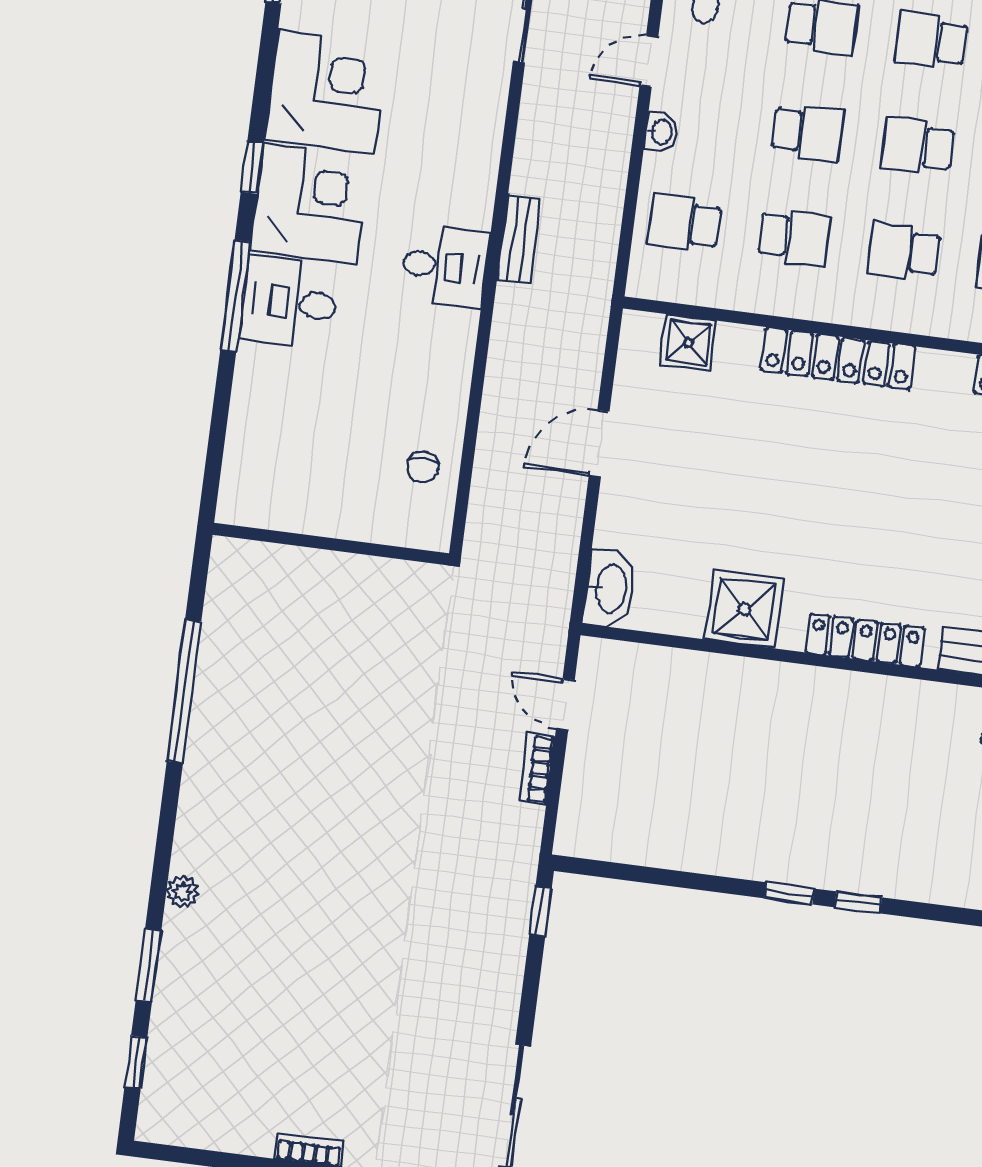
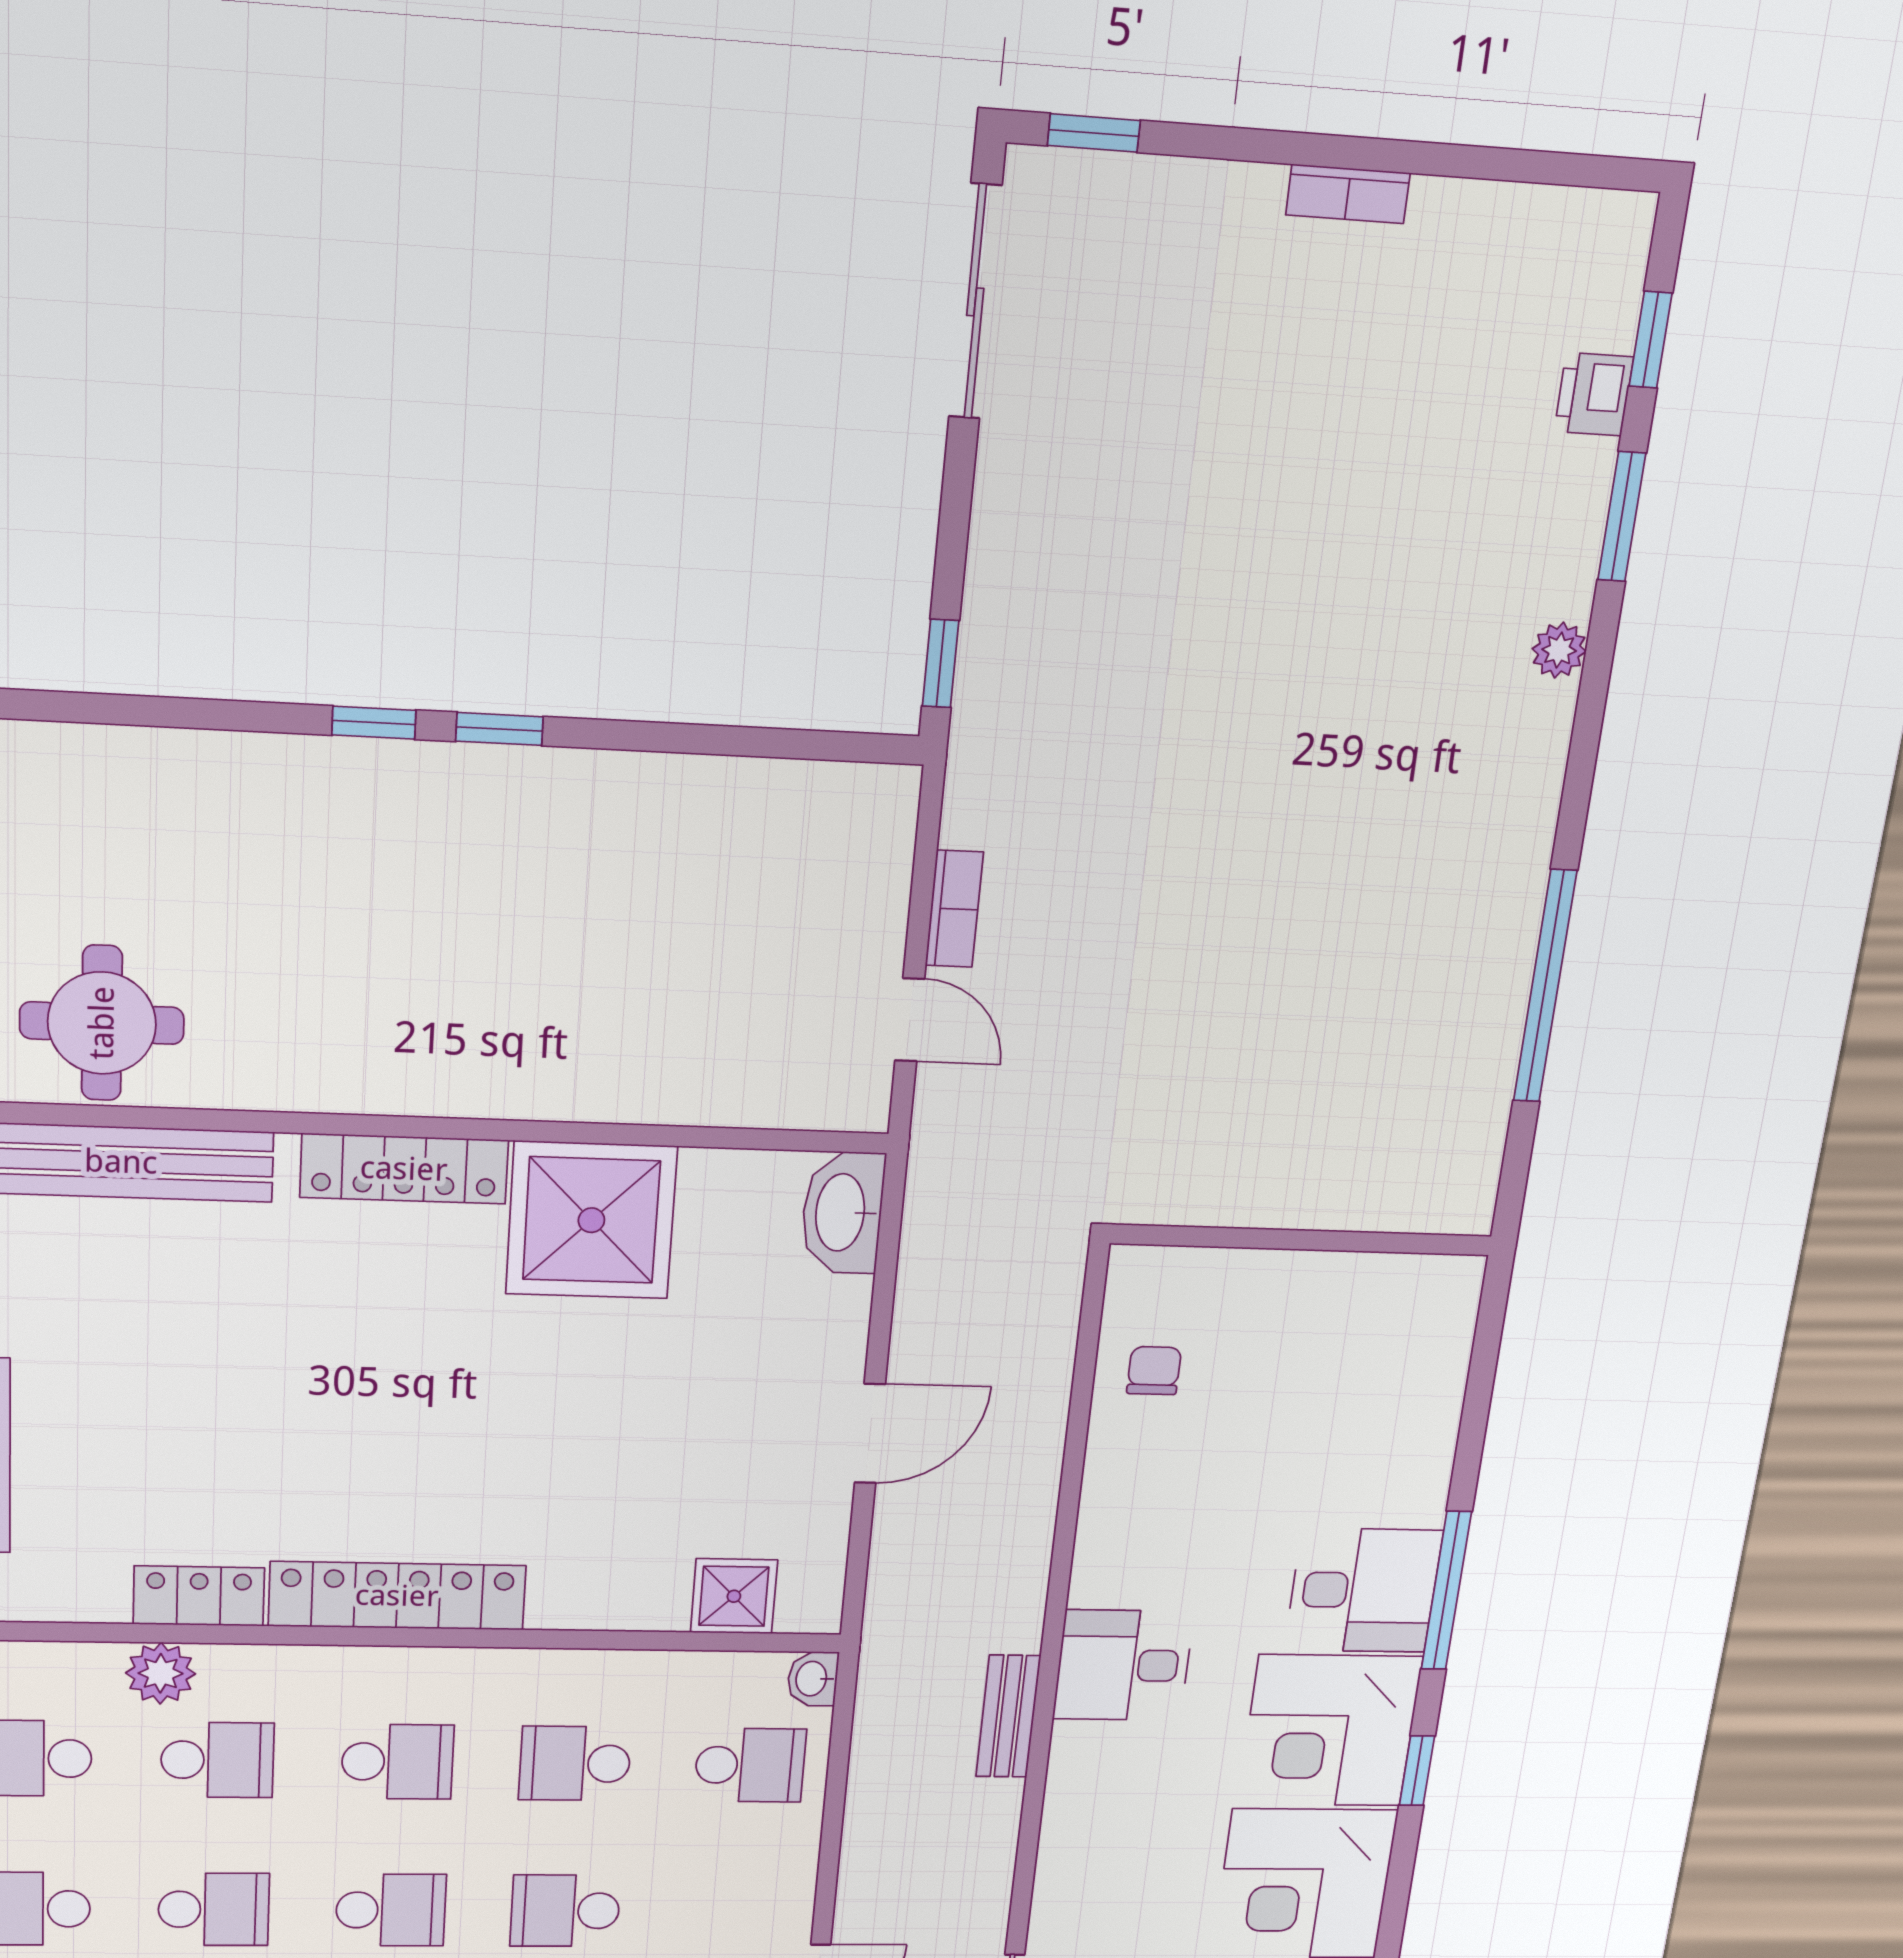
washbasin: (661, 132) -> (813, 1679), moved
locker: (838, 358) -> (397, 1596), moved
shower: (744, 609) -> (591, 1220), width x1.37, depth x1.37
printer: (167, 1034) -> (1594, 394), added

